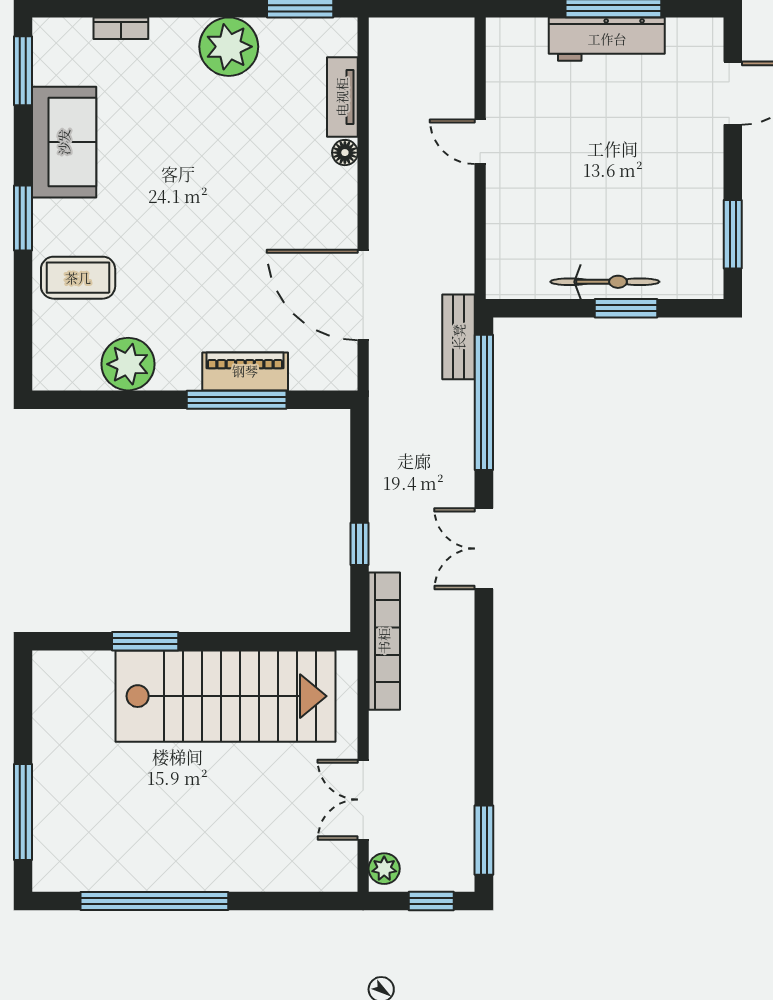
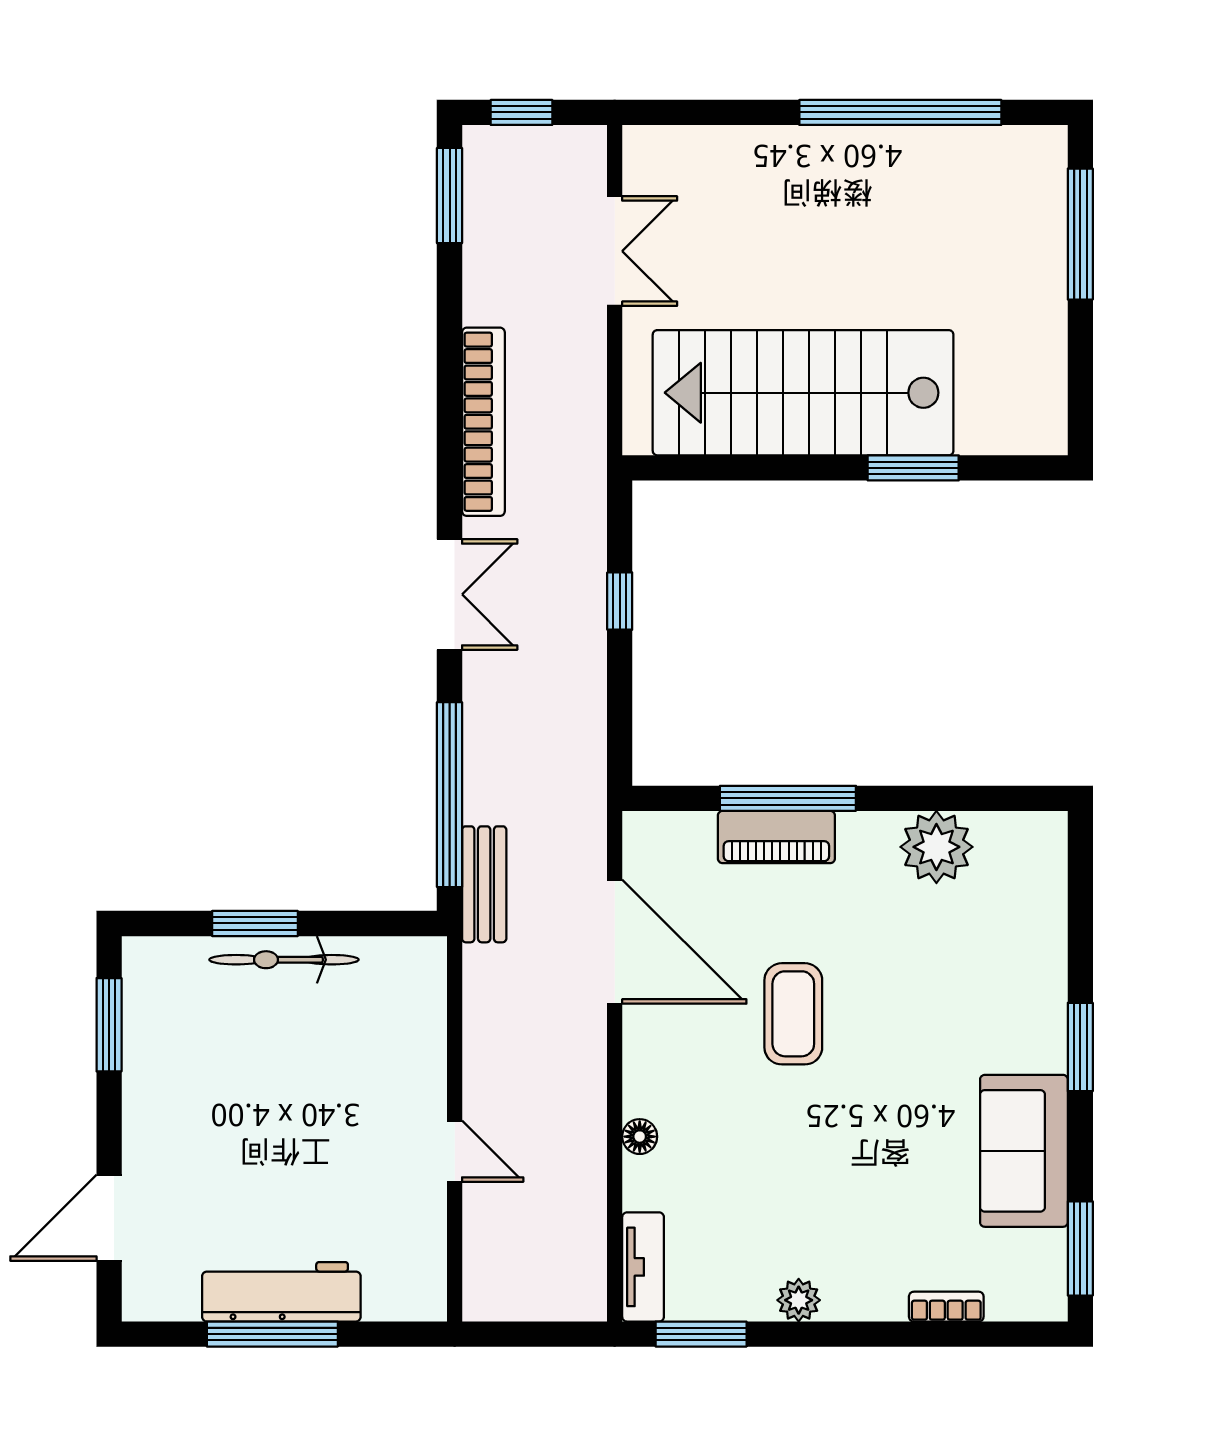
plant: (229, 47) -> (799, 1300), width x0.53, depth x0.53
tv unit: (342, 97) -> (643, 1267), moved
coffee table: (78, 278) -> (793, 1014), moved, turned 90
bookcase: (384, 641) -> (483, 422), moved, turned 180
plant: (384, 869) -> (586, 157), removed

